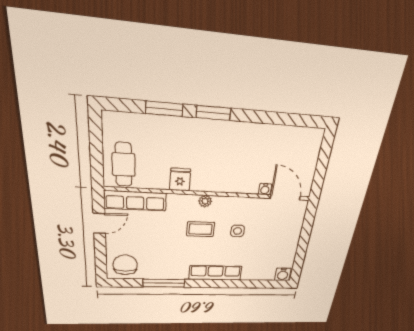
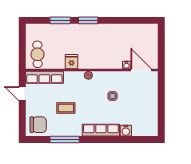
door: (99, 223) -> (22, 94), swing flipped
coffee table: (201, 229) -> (66, 108), moved
chair: (125, 265) -> (38, 125), turned 90
water cooler: (283, 274) -> (126, 131), moved

